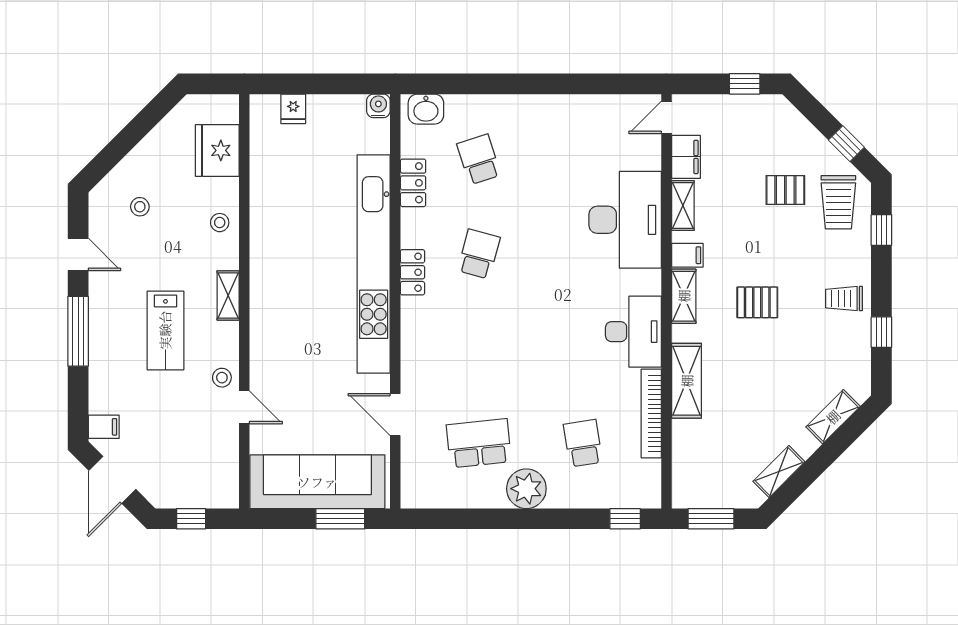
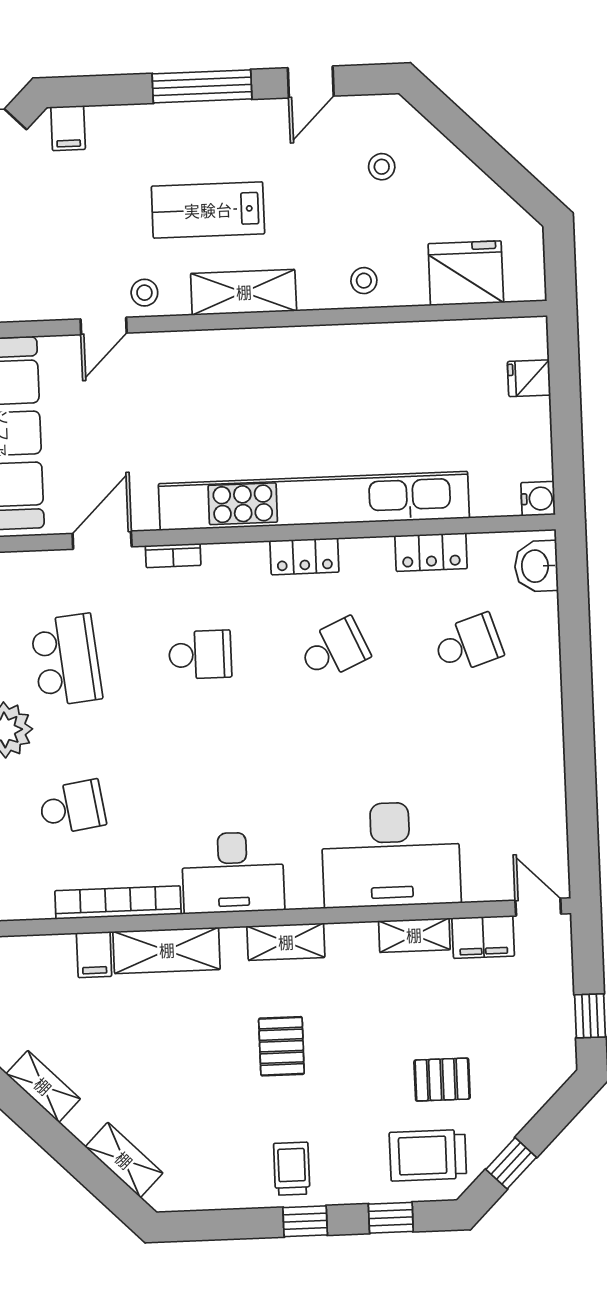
pallet: (785, 190) -> (442, 1080), turned 90
school desk: (479, 254) -> (334, 649), turned -39
filing cabinet: (687, 255) -> (94, 955), moved
shelving: (228, 295) -> (244, 292), width x1.50, depth x1.33
window: (881, 332) -> (305, 1221), moved
school desk: (479, 349) -> (200, 655), added
bookcase: (408, 365) -> (173, 556), added

